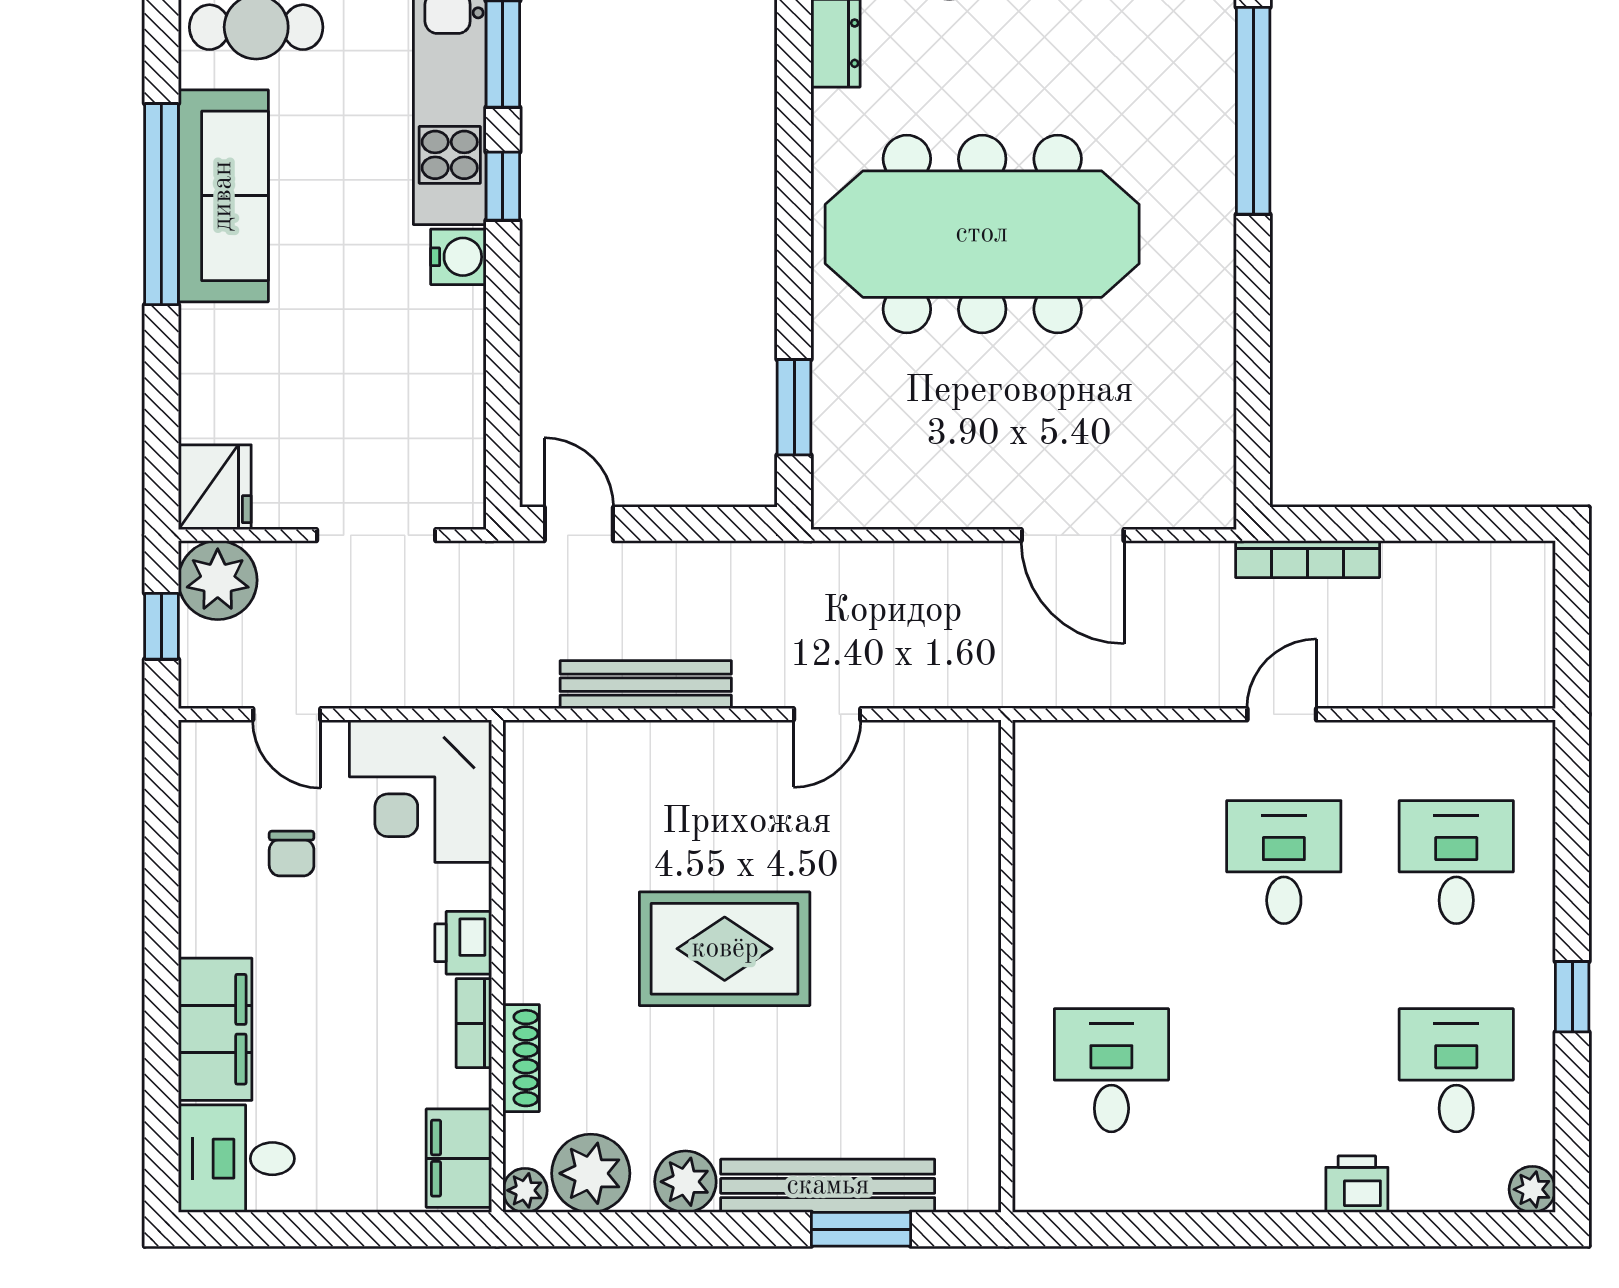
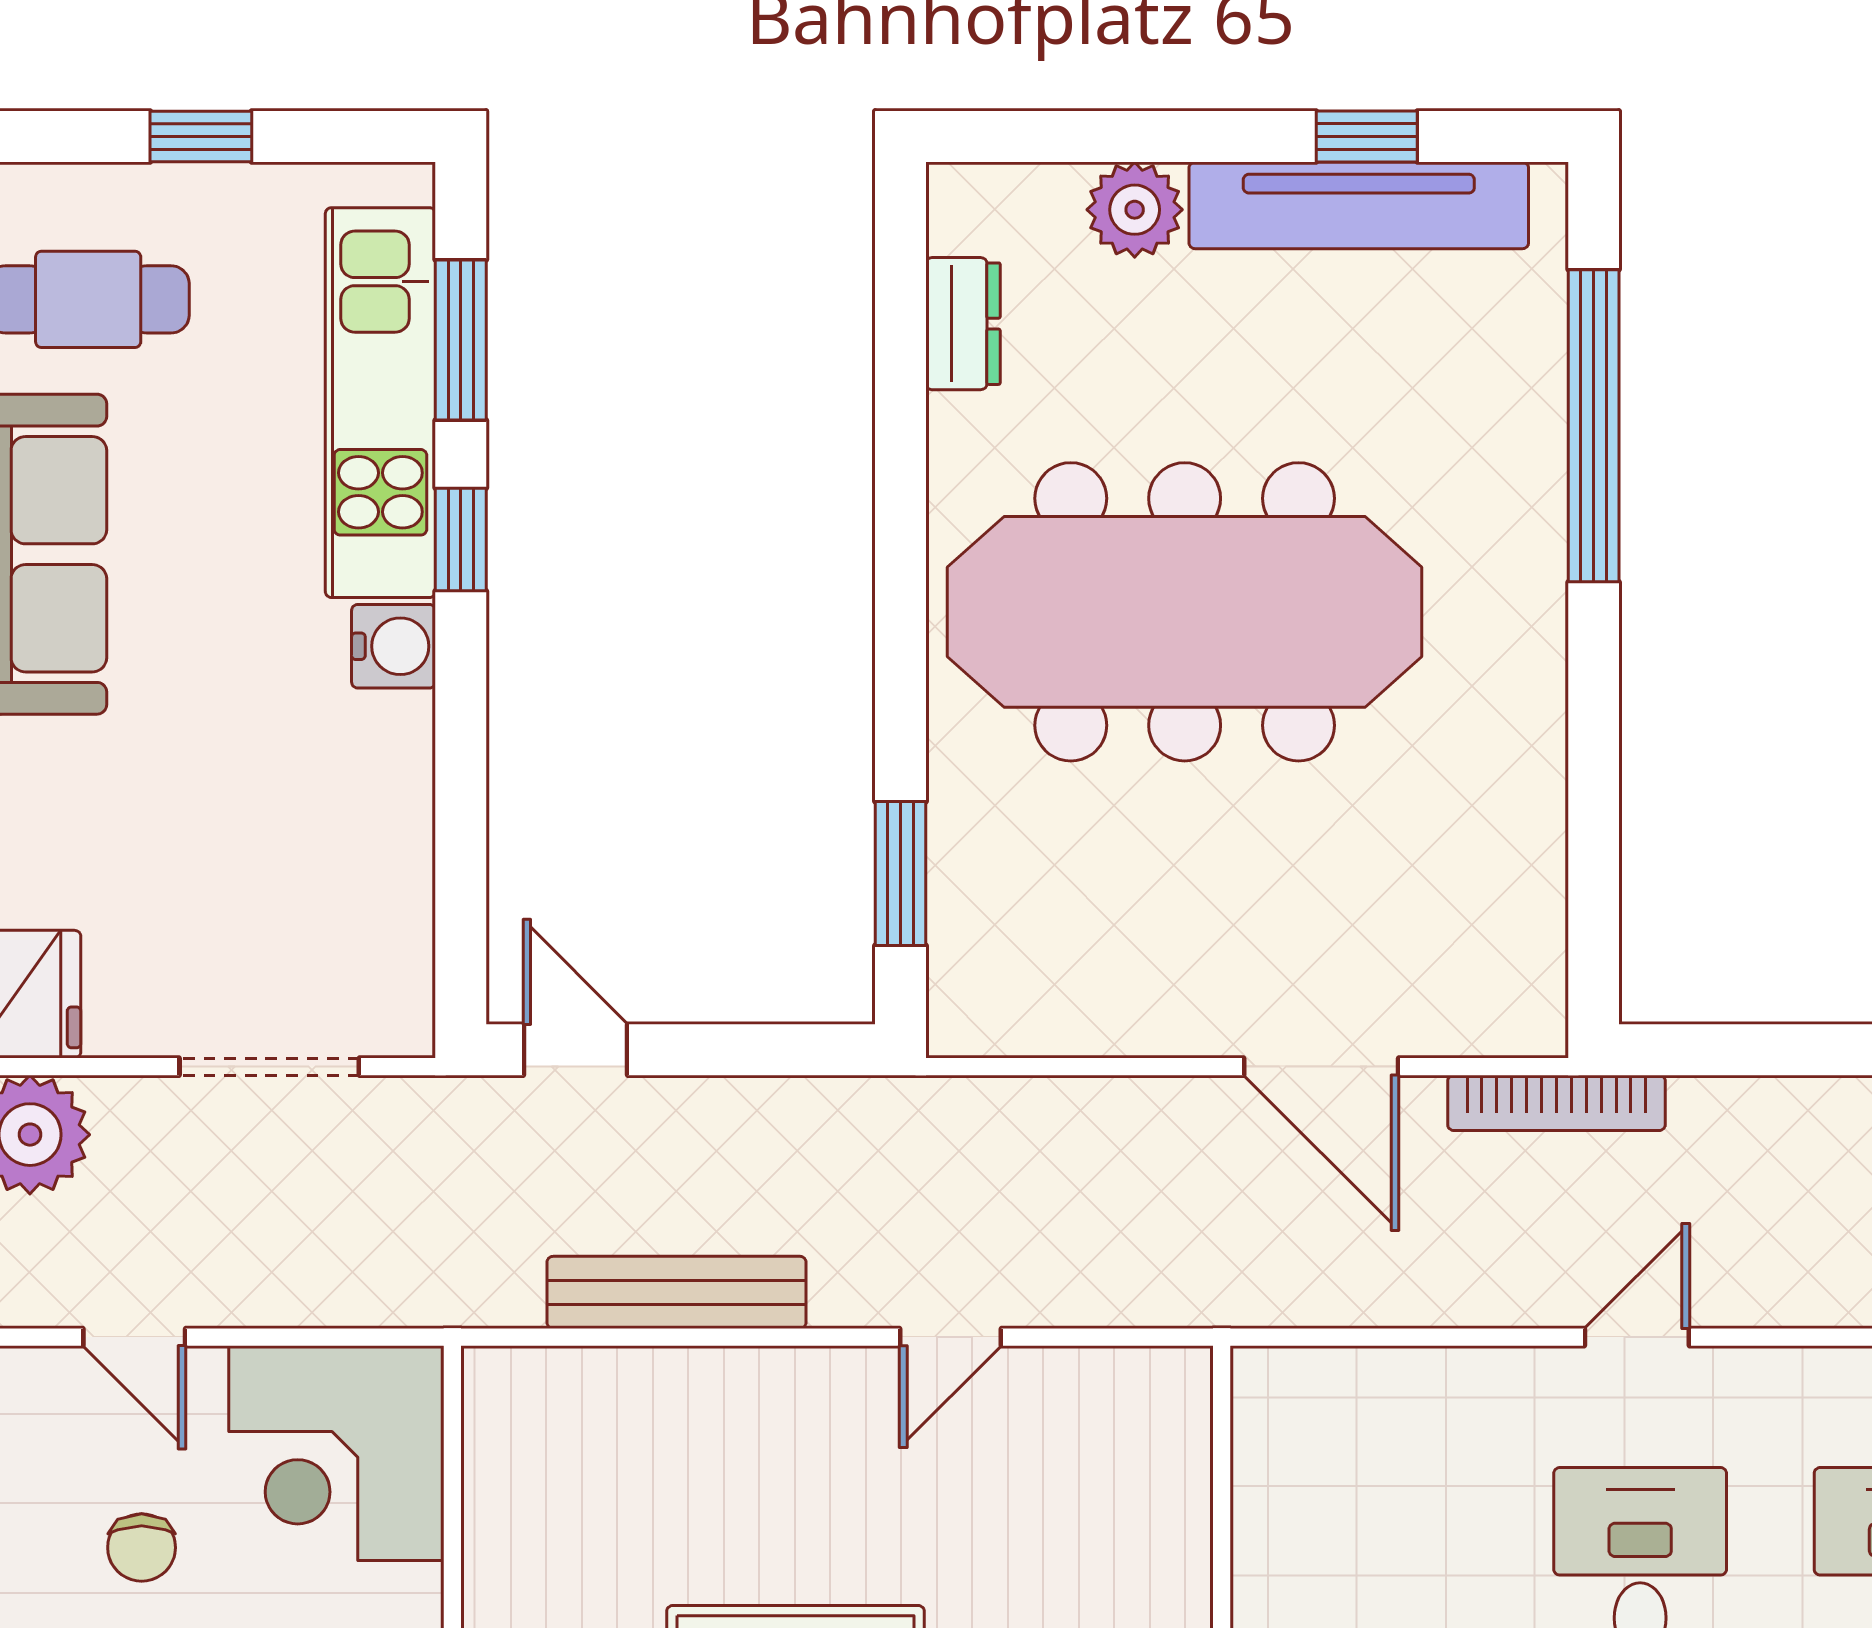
bookcase: (1308, 559) -> (1556, 1103), moved

